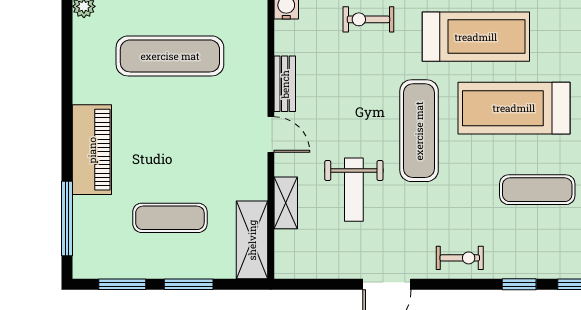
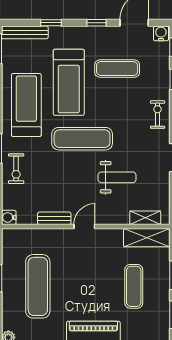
exercise mat: (537, 190) -> (117, 69), turned 90
shelving: (286, 203) -> (145, 218), moved

